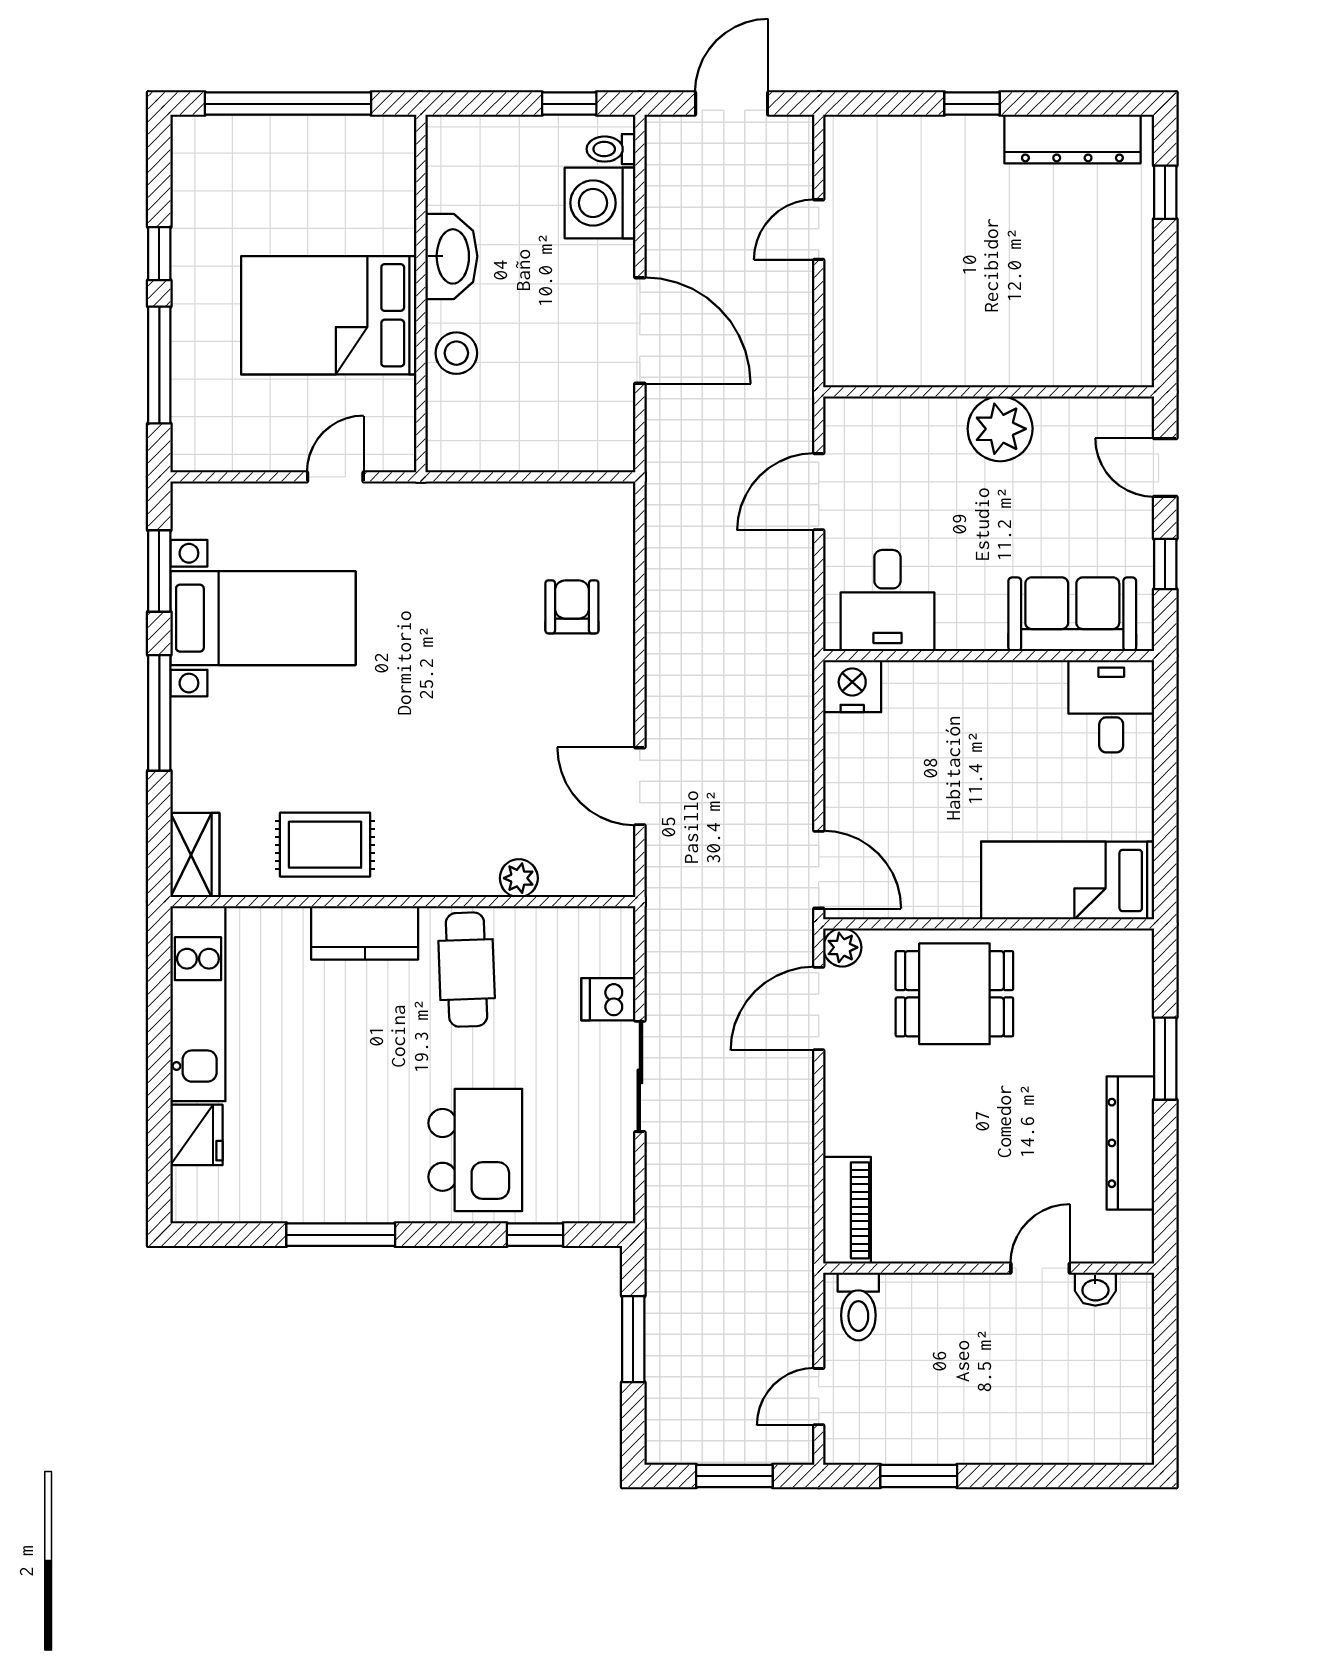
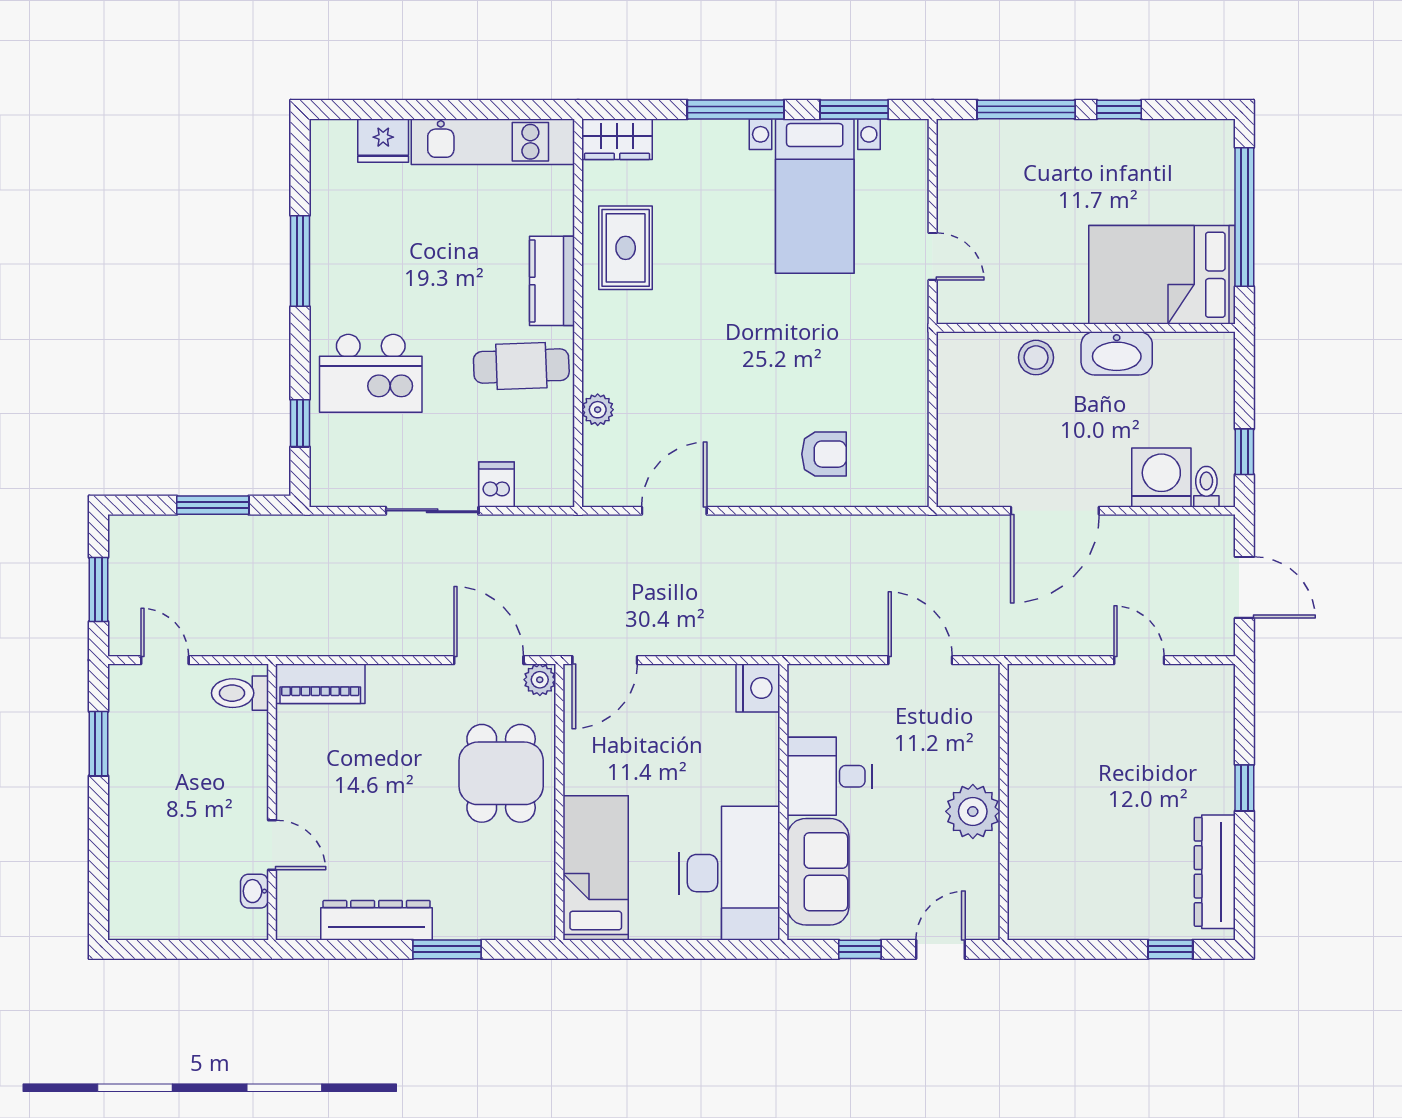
bed: (329, 315) -> (1162, 275), moved, turned -90
desk: (887, 601) -> (829, 776), moved
desk: (1111, 706) -> (730, 873), width x1.87, depth x1.30

